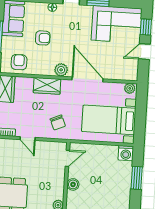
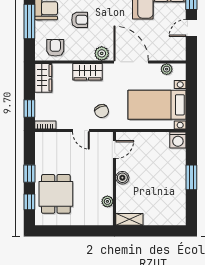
plant: (130, 88) -> (167, 69), moved
door: (28, 139) -> (81, 131), moved
window: (137, 178) -> (191, 177), moved

